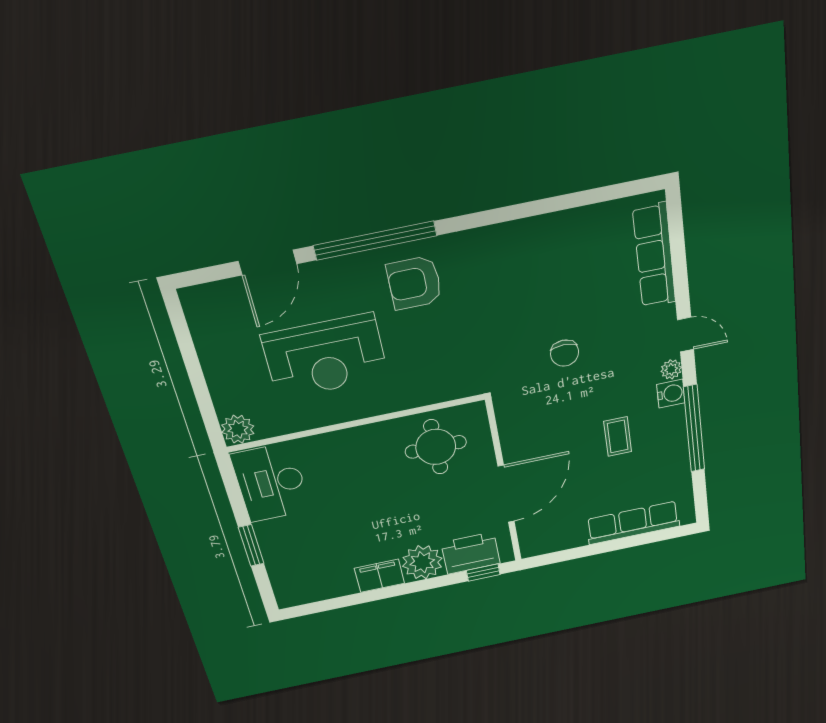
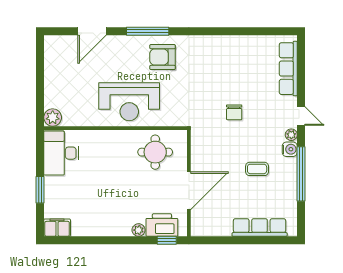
window: (375, 241) -> (148, 31), width x0.68
reception desk: (325, 356) -> (129, 102), moved
coffee table: (618, 437) -> (257, 169), turned 90
plant: (422, 562) -> (139, 230), width x0.53, depth x0.53
filing cabinet: (379, 576) -> (57, 228), moved

